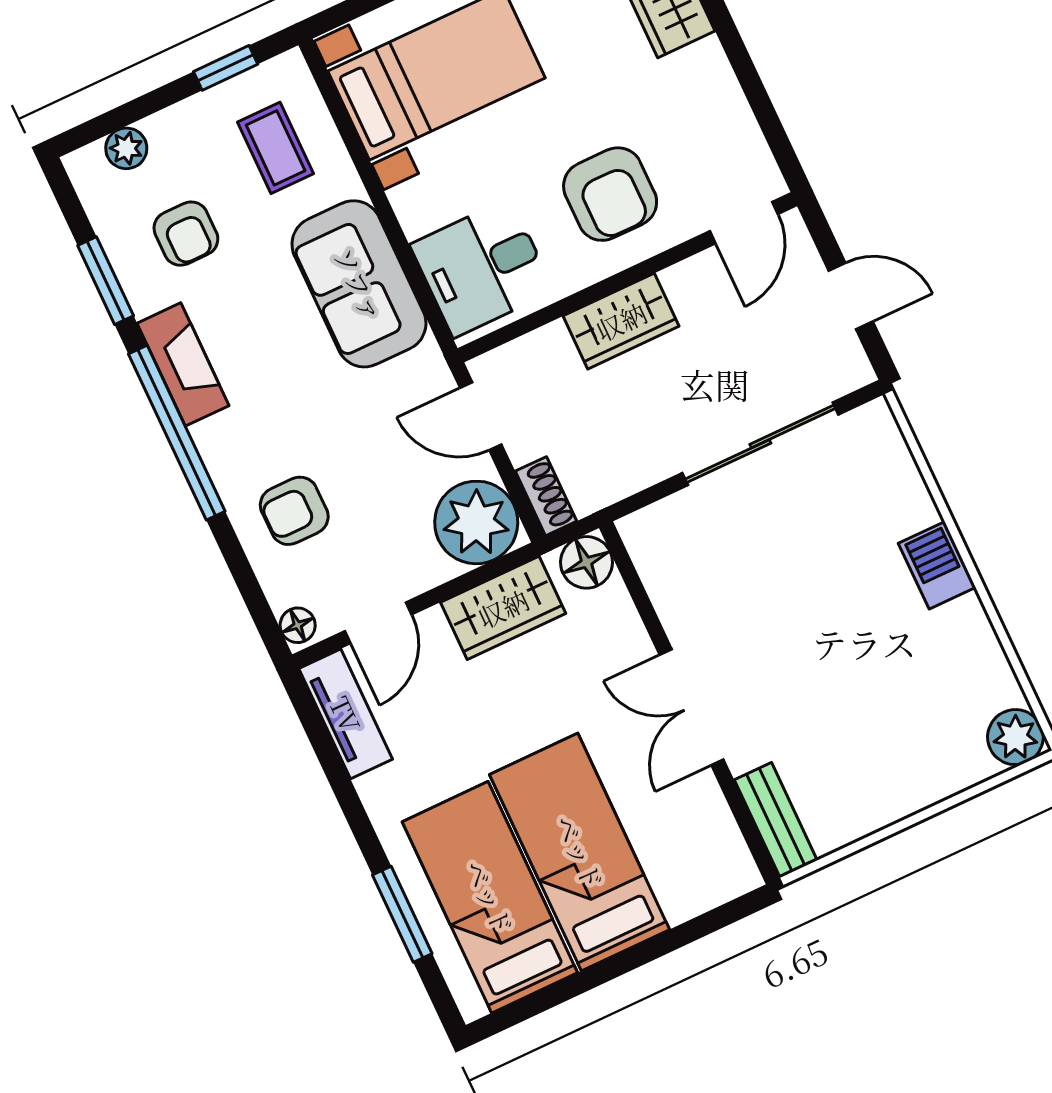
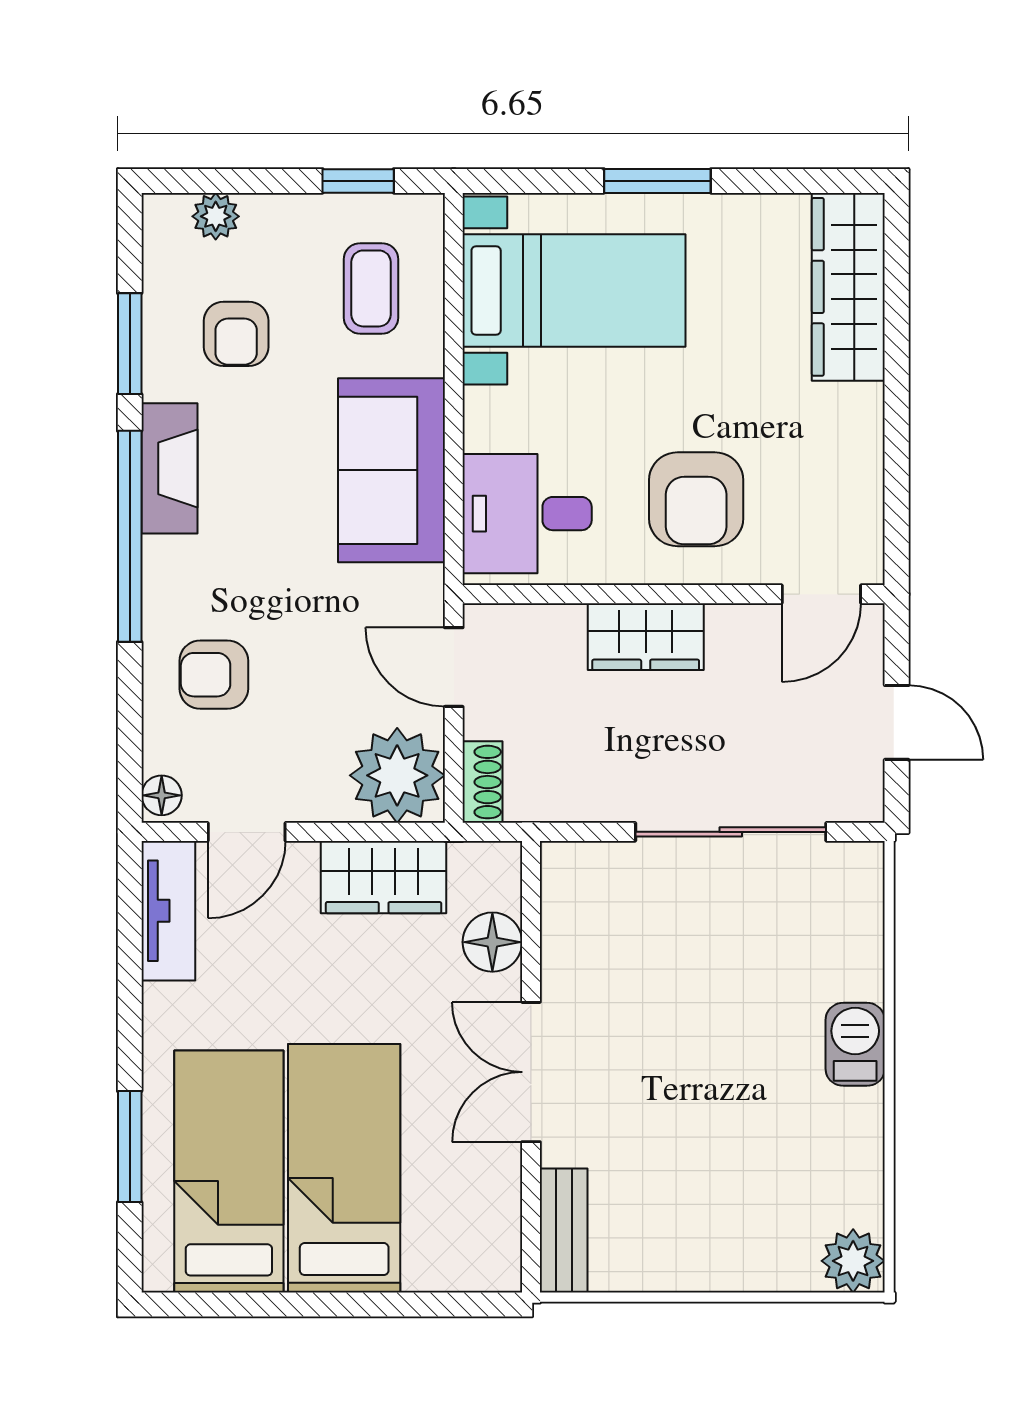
floor lamp: (586, 562) -> (492, 942), moved

